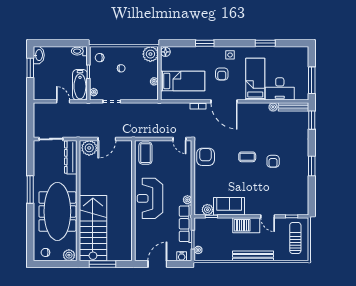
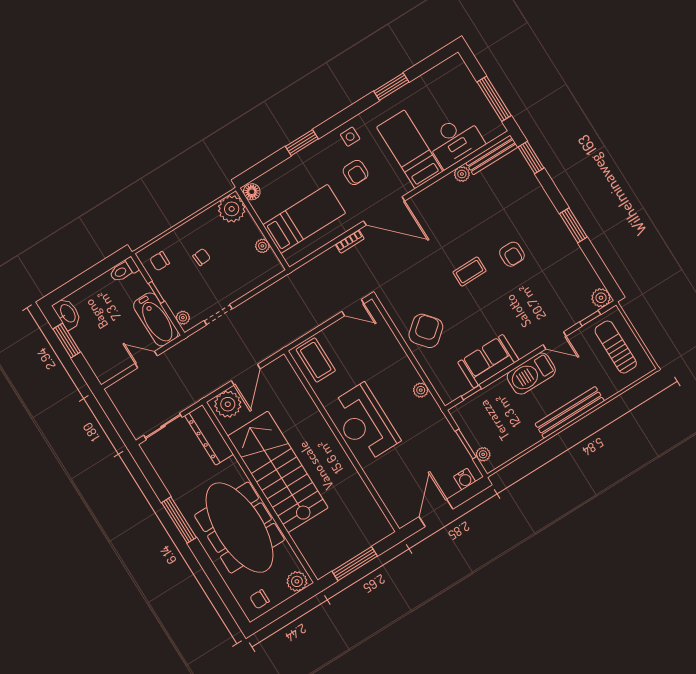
armchair: (206, 157) -> (426, 331), moved, turned 50
plant: (207, 210) -> (601, 298), moved
row of seats: (186, 224) -> (440, 427), removed
stairs: (93, 228) -> (278, 472), moved

